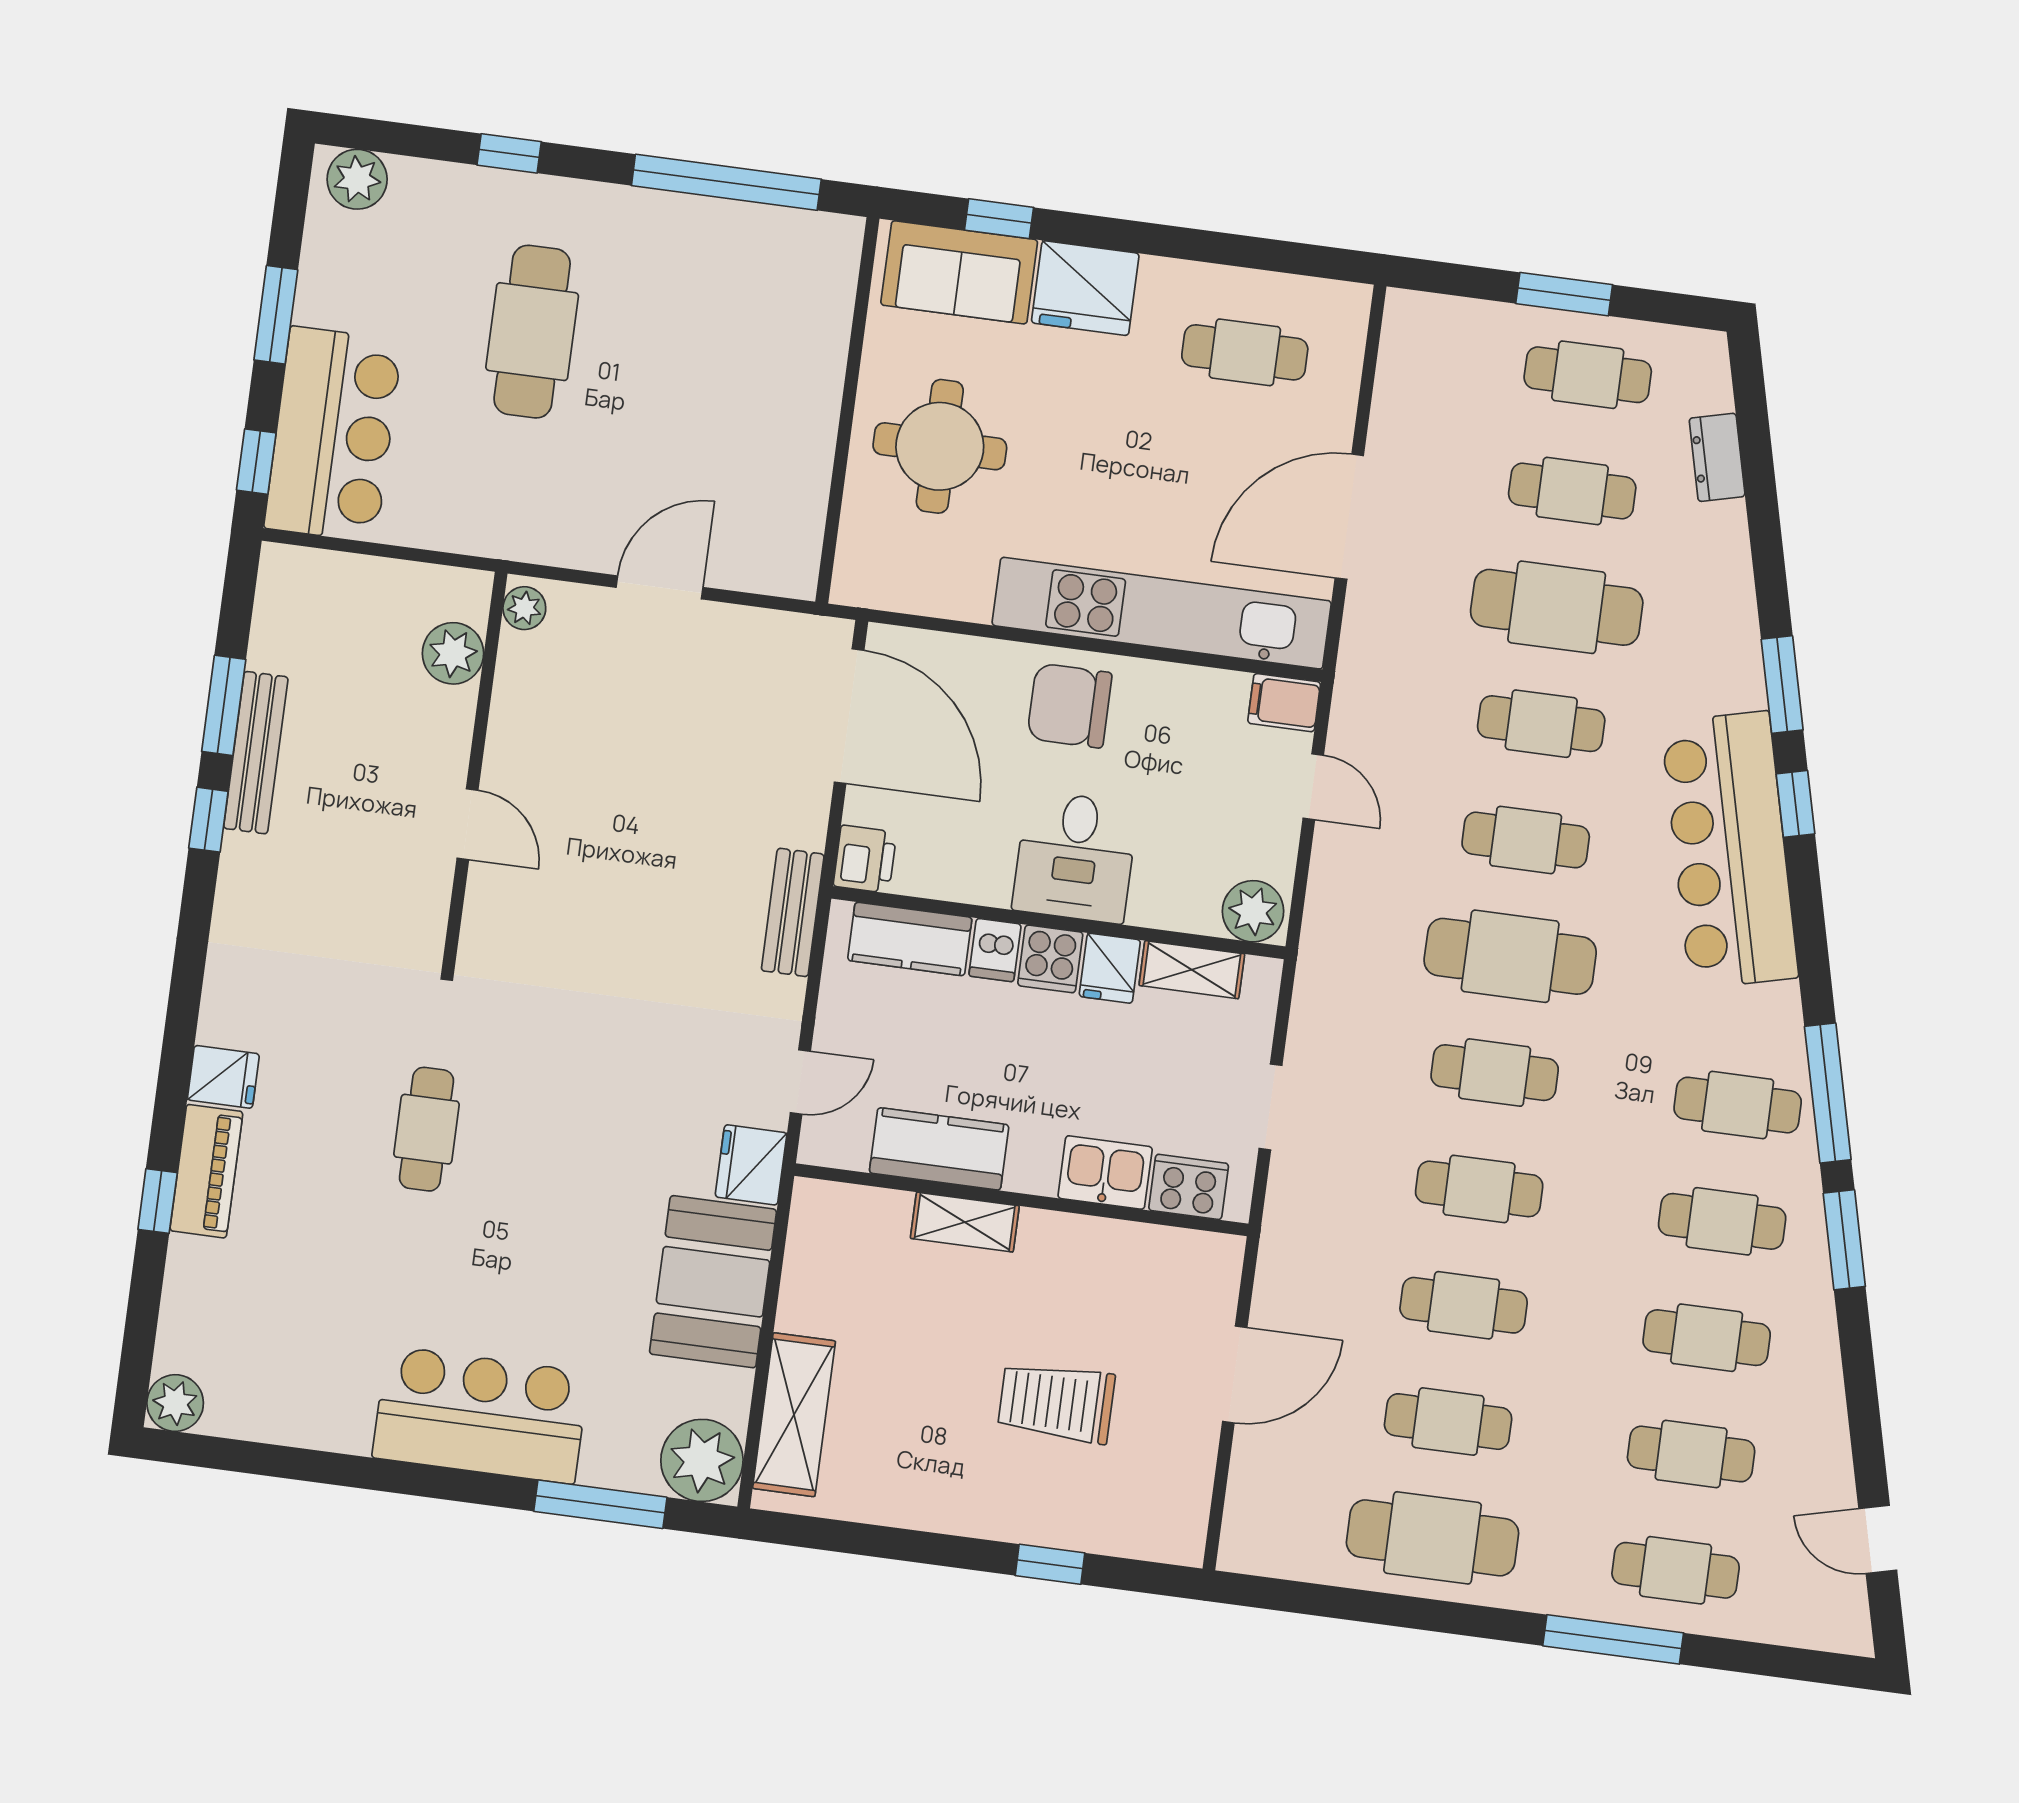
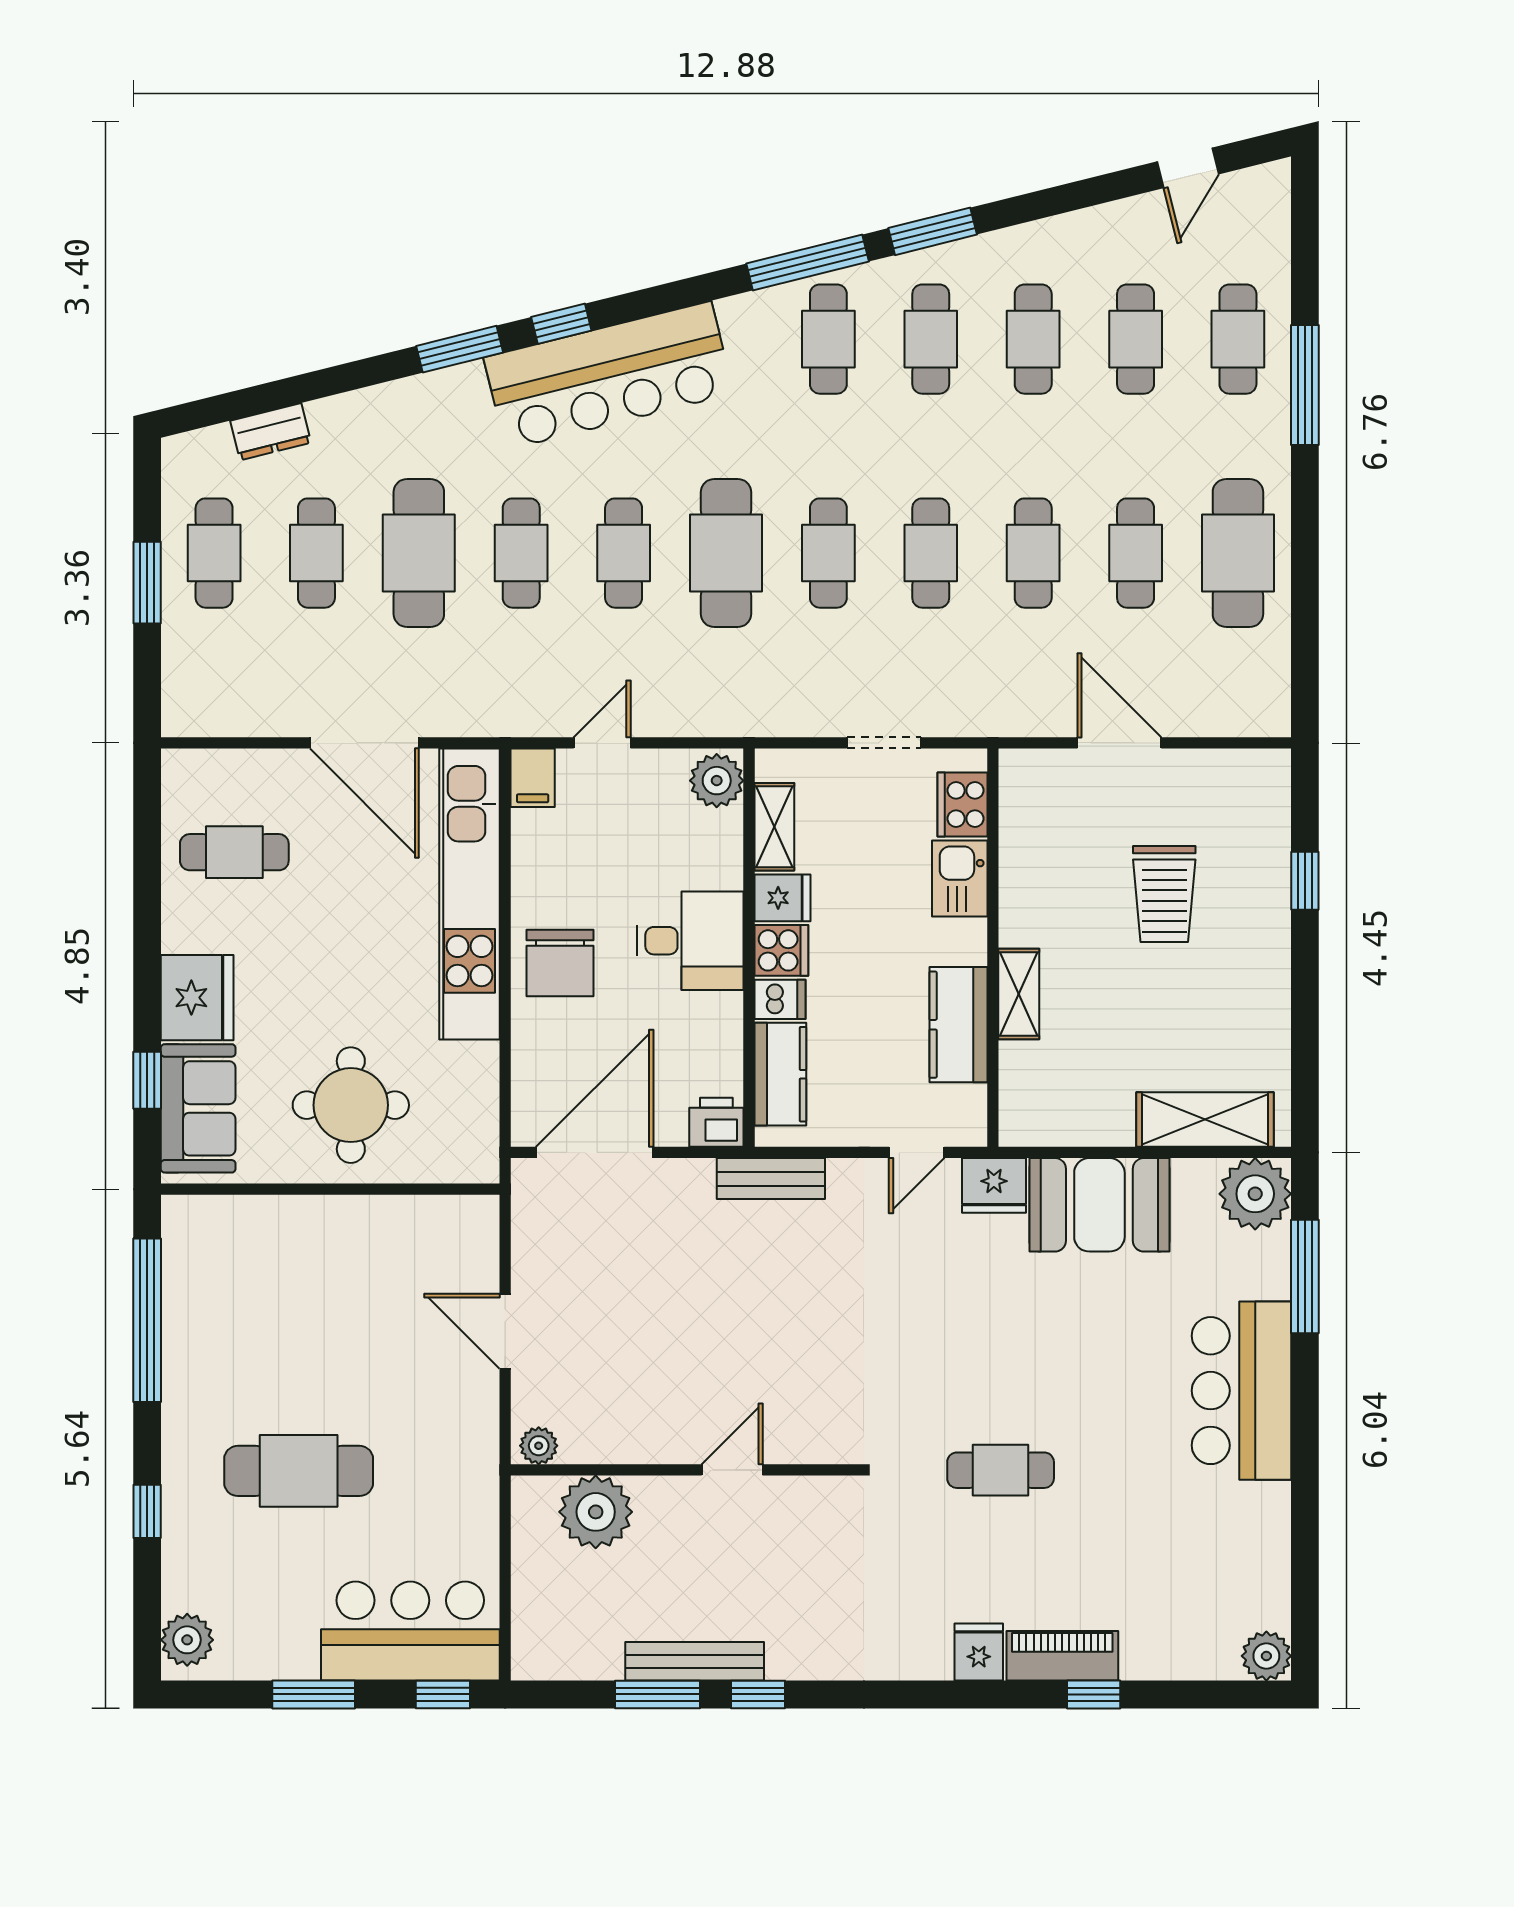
cafe table: (1245, 352) -> (234, 852), turned 90
plant: (453, 653) -> (596, 1512), width x1.36, depth x1.36
door: (800, 1082) -> (917, 1152), swing flipped

